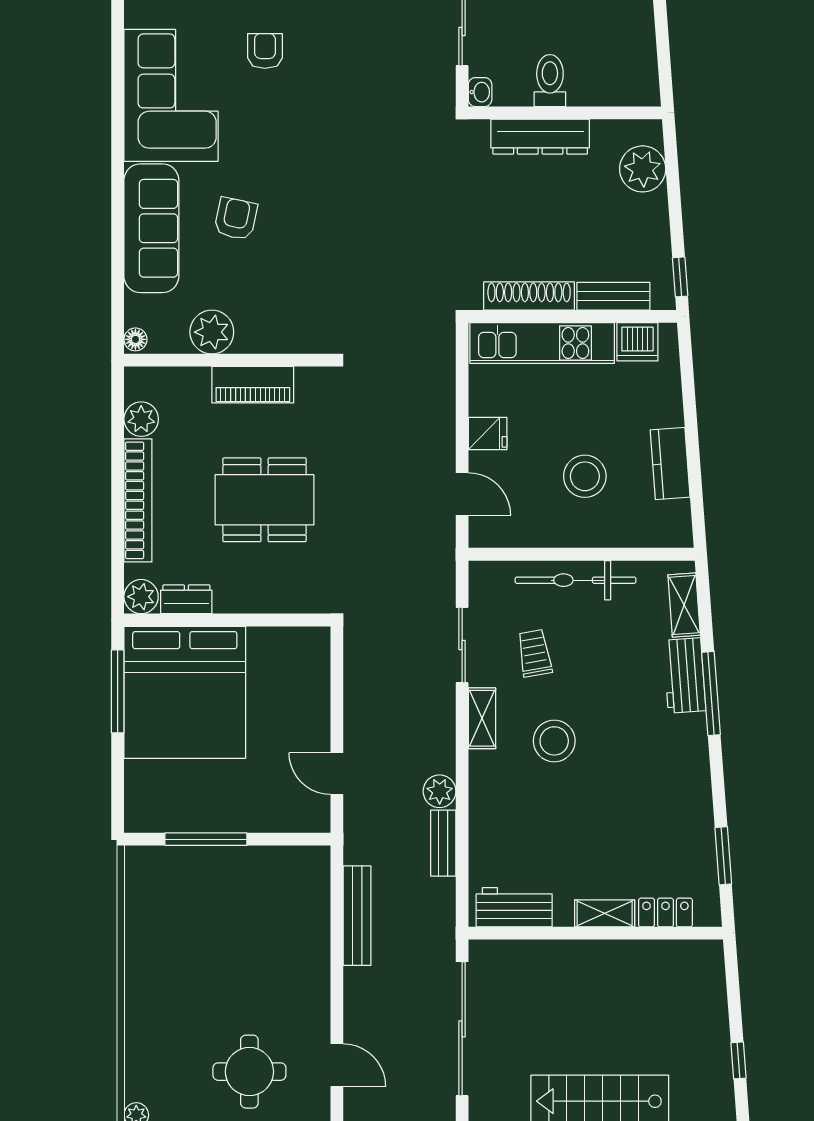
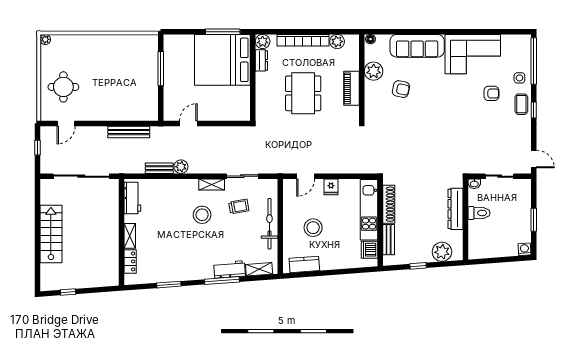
armchair: (236, 219) -> (401, 89), moved
window: (680, 277) -> (418, 266), moved
kitchen counter: (670, 464) -> (304, 264), moved
window: (723, 856) -> (169, 285), moved

